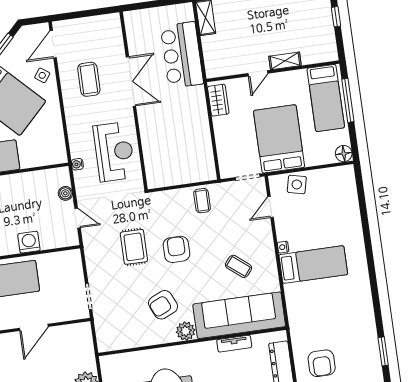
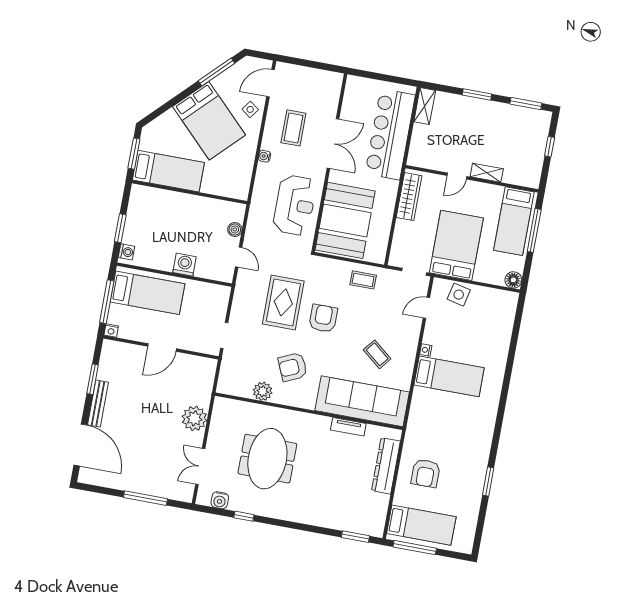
bar counter: (182, 55) -> (390, 134), width x1.36
wardrobe: (218, 100) -> (409, 197), width x1.50
booth: (166, 150) -> (345, 220), added
water cooler: (77, 164) -> (265, 156), moved
coffee table: (202, 201) -> (363, 280), turned 90
rug: (134, 247) -> (283, 302), width x1.36, depth x1.43
plant: (186, 331) -> (263, 391), moved

